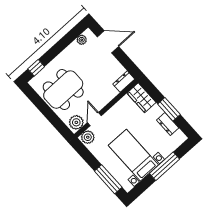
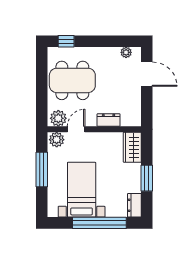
dresser: (124, 82) -> (109, 120), moved
dresser: (168, 124) -> (134, 205), moved
window: (164, 166) -> (99, 223), width x1.46
window: (108, 179) -> (42, 170), moved

